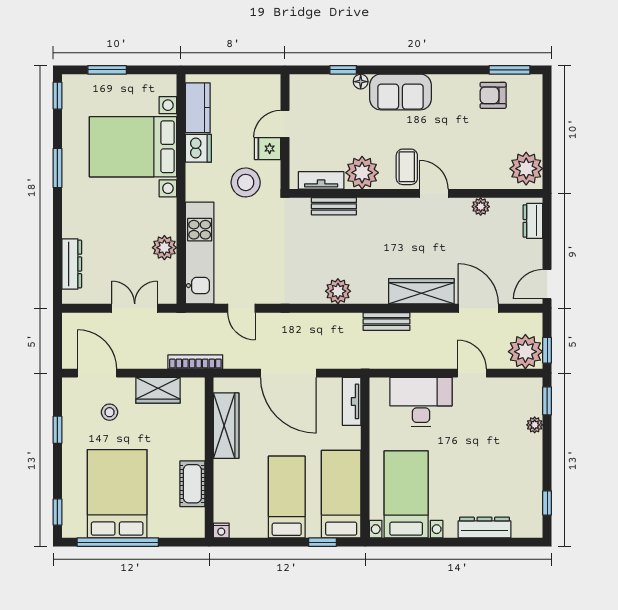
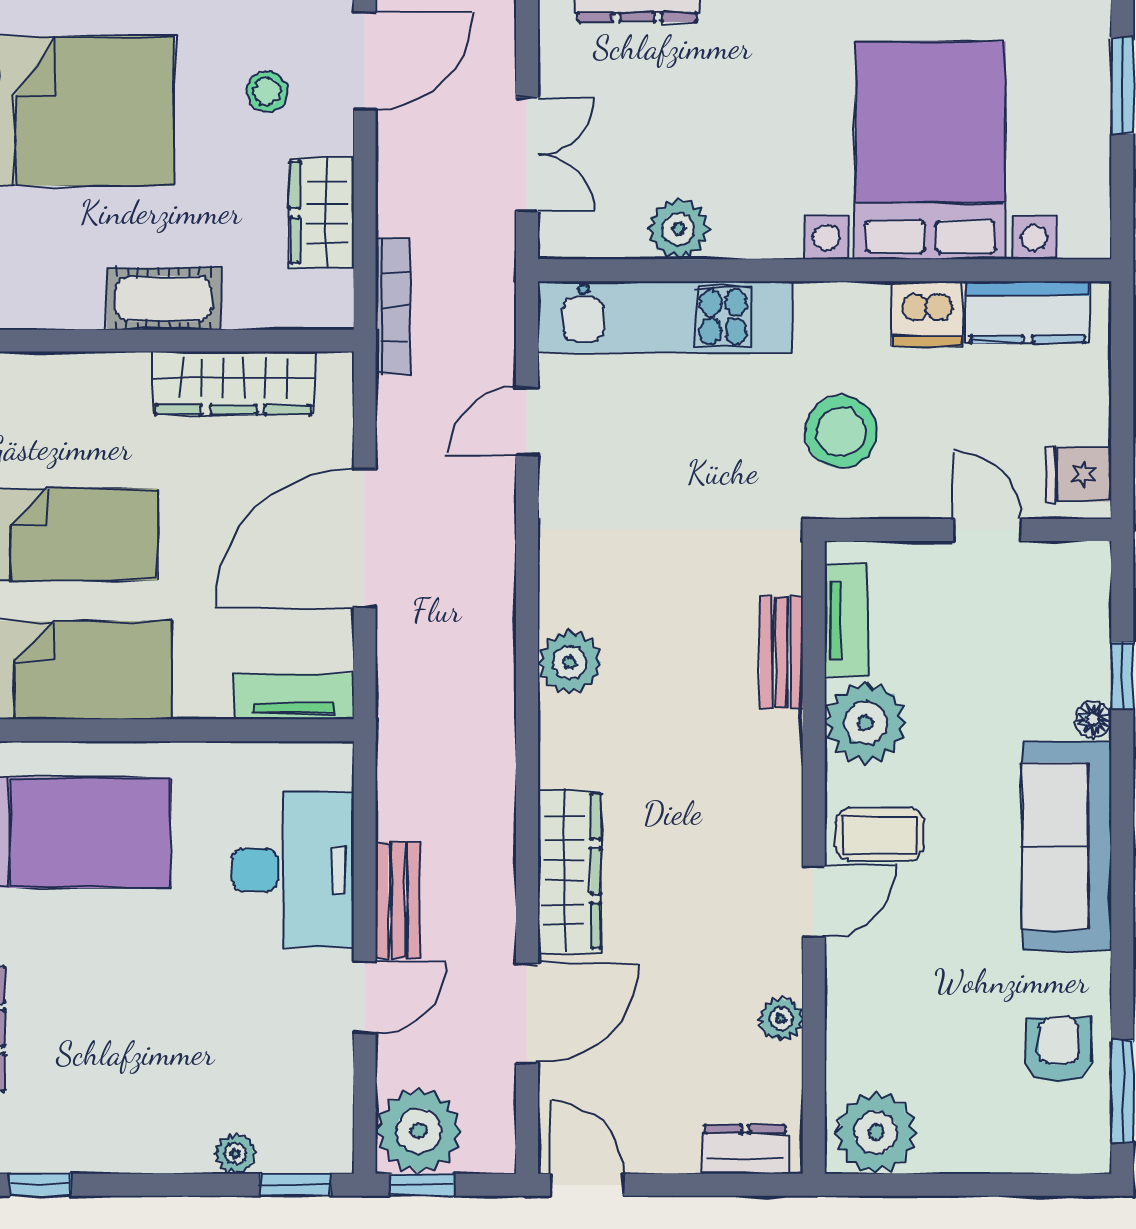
sofa: (400, 92) -> (1067, 846), width x1.36
fridge: (268, 149) -> (1079, 474), moved, turned -90
bench: (386, 321) -> (398, 900), moved
cot: (192, 484) -> (164, 299), moved

